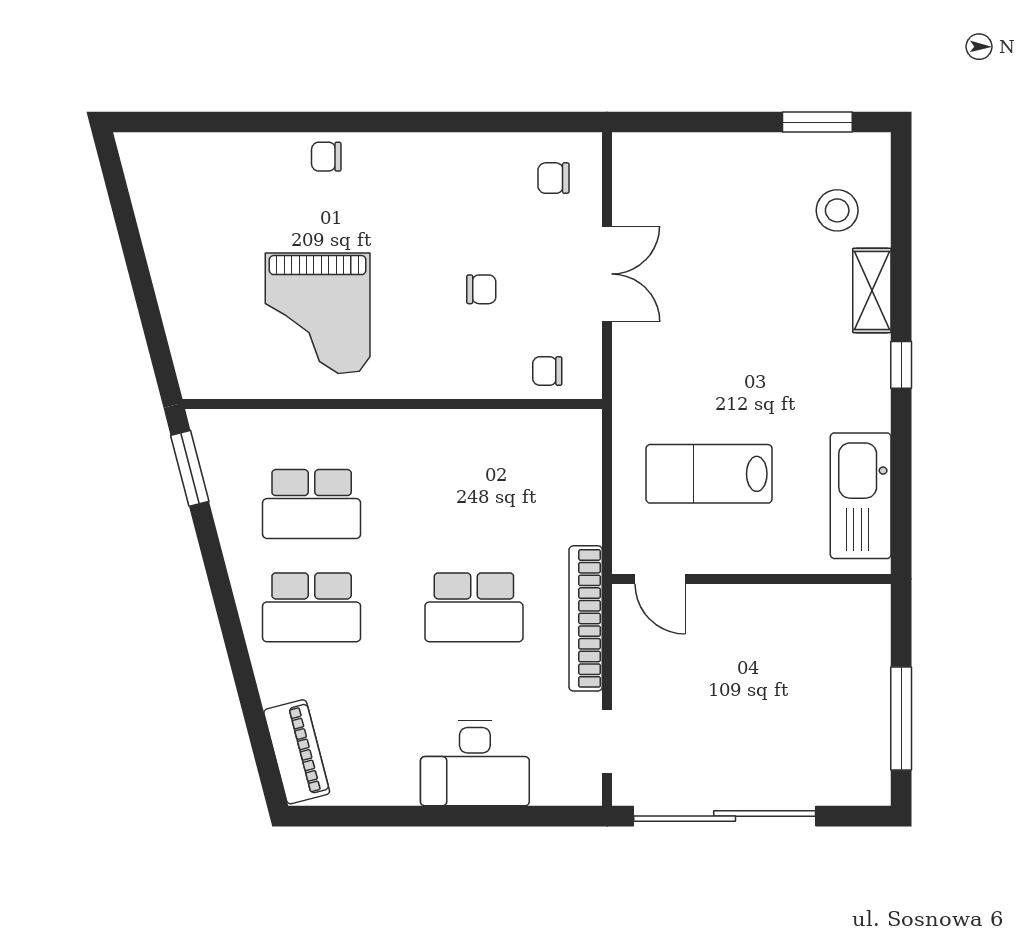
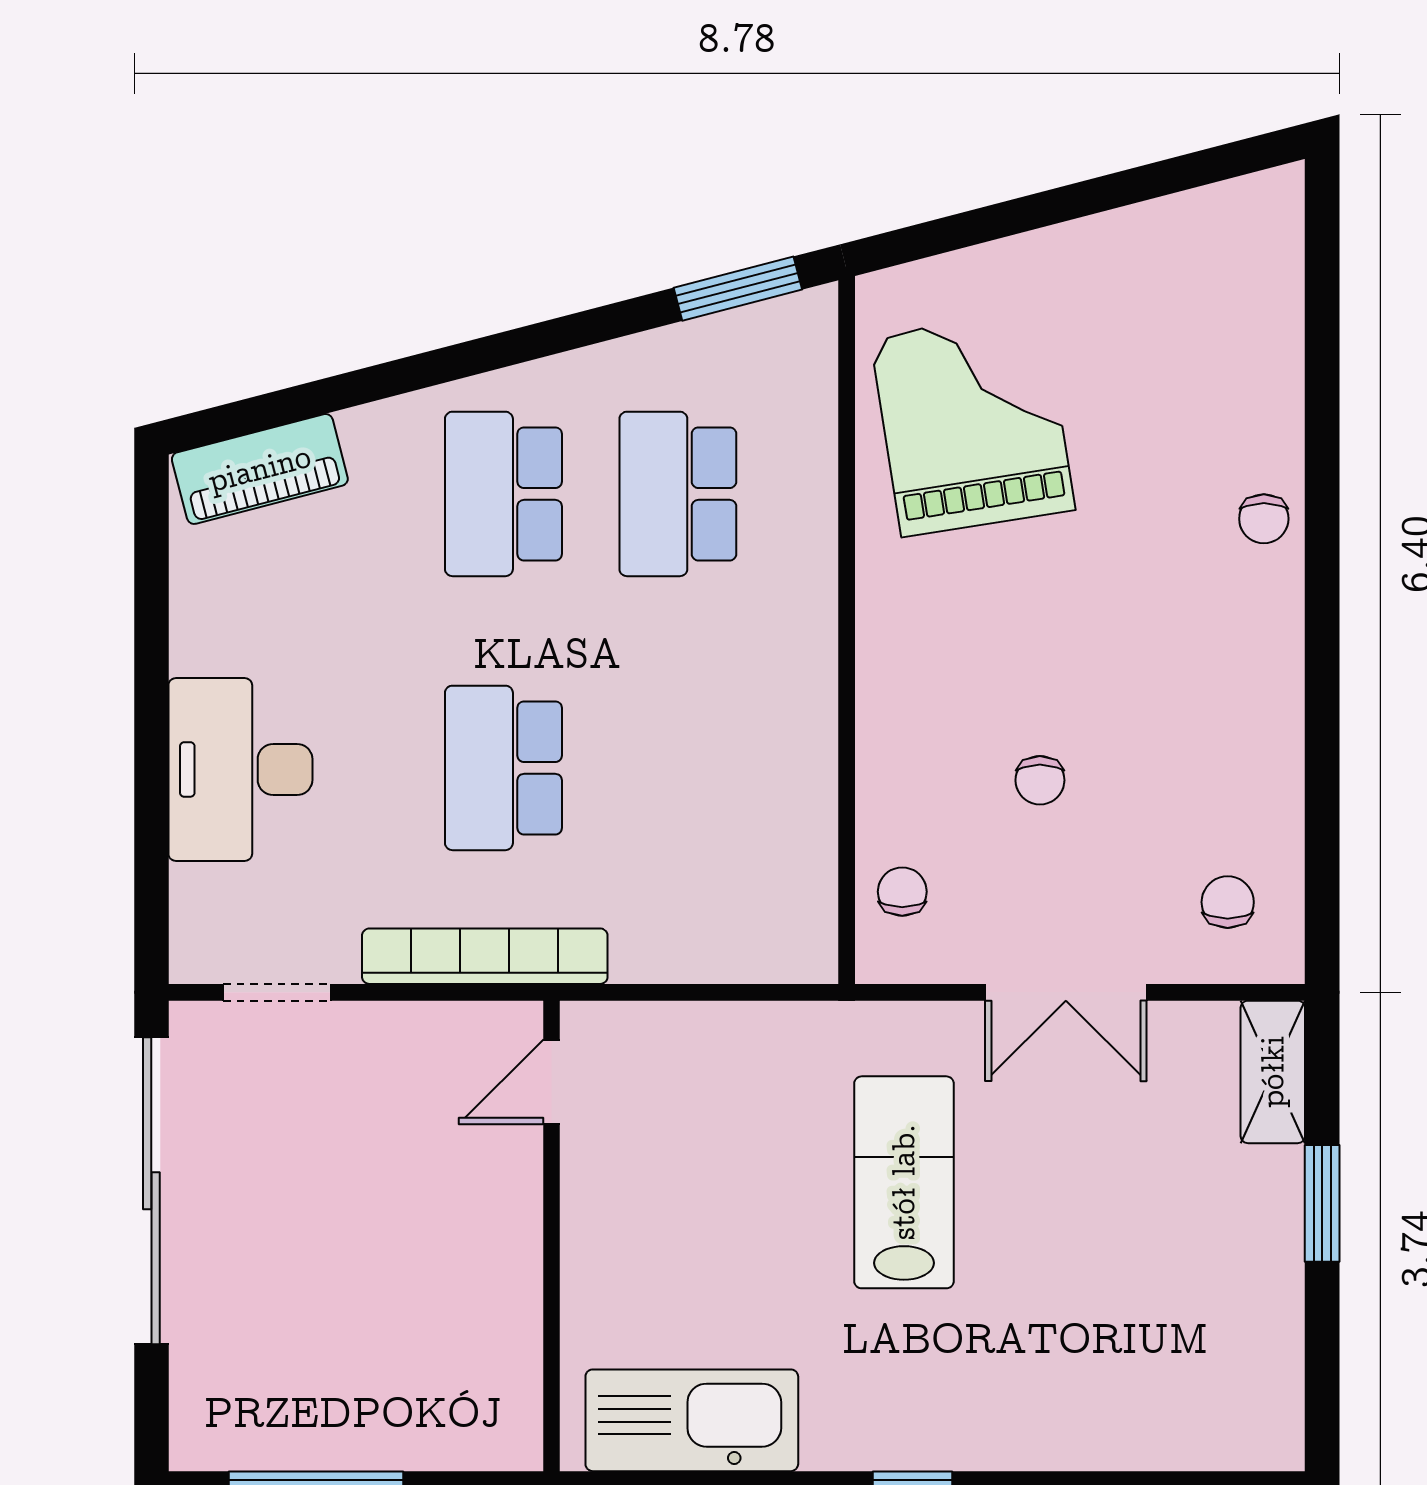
window: (817, 122) -> (1322, 1203), moved
chair: (326, 157) -> (1264, 519), turned 180
stool: (837, 210) -> (1173, 1381), removed
shelving: (872, 290) -> (1273, 1072), moved, turned 90
grand piano: (318, 313) -> (973, 423), moved, turned 81
lab bench: (709, 474) -> (904, 1182), moved

